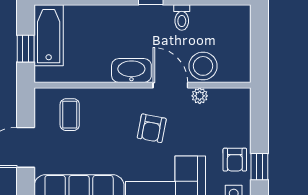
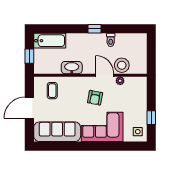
bathtub: (49, 35) -> (50, 41), moved, turned 90
washbasin: (131, 71) -> (72, 68), moved
armchair: (235, 160) -> (138, 114), removed

